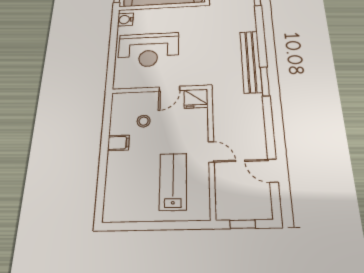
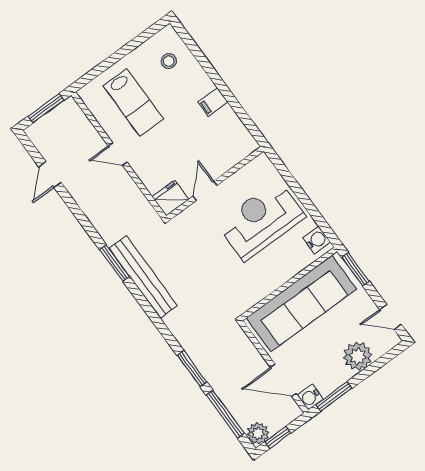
stool: (144, 121) -> (169, 61), moved
door: (273, 171) -> (50, 175), swing flipped
window: (243, 224) -> (46, 108), width x1.50

